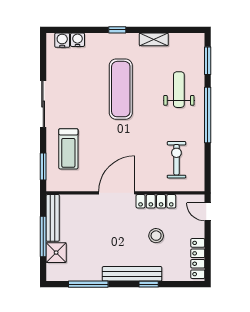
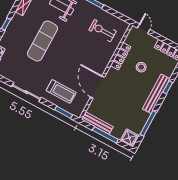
exercise mat: (121, 89) -> (42, 41), turned 90
door: (117, 193) -> (98, 87), moved
door: (208, 212) -> (144, 29), swing flipped
shower: (56, 253) -> (129, 138), moved

